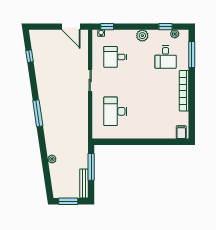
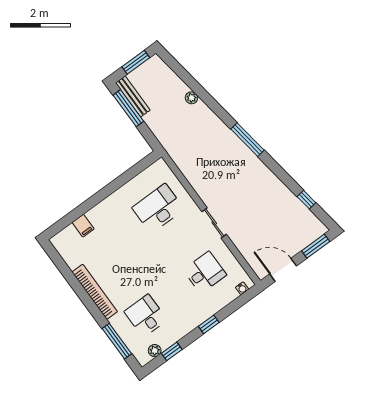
window: (43, 27) -> (316, 246), added
window: (107, 27) -> (209, 324), moved
plant: (142, 36) -> (191, 321), removed
desk: (115, 111) -> (158, 208), turned -90
filing cabinet: (181, 132) -> (83, 226), moved
window: (91, 167) -> (128, 108), moved

